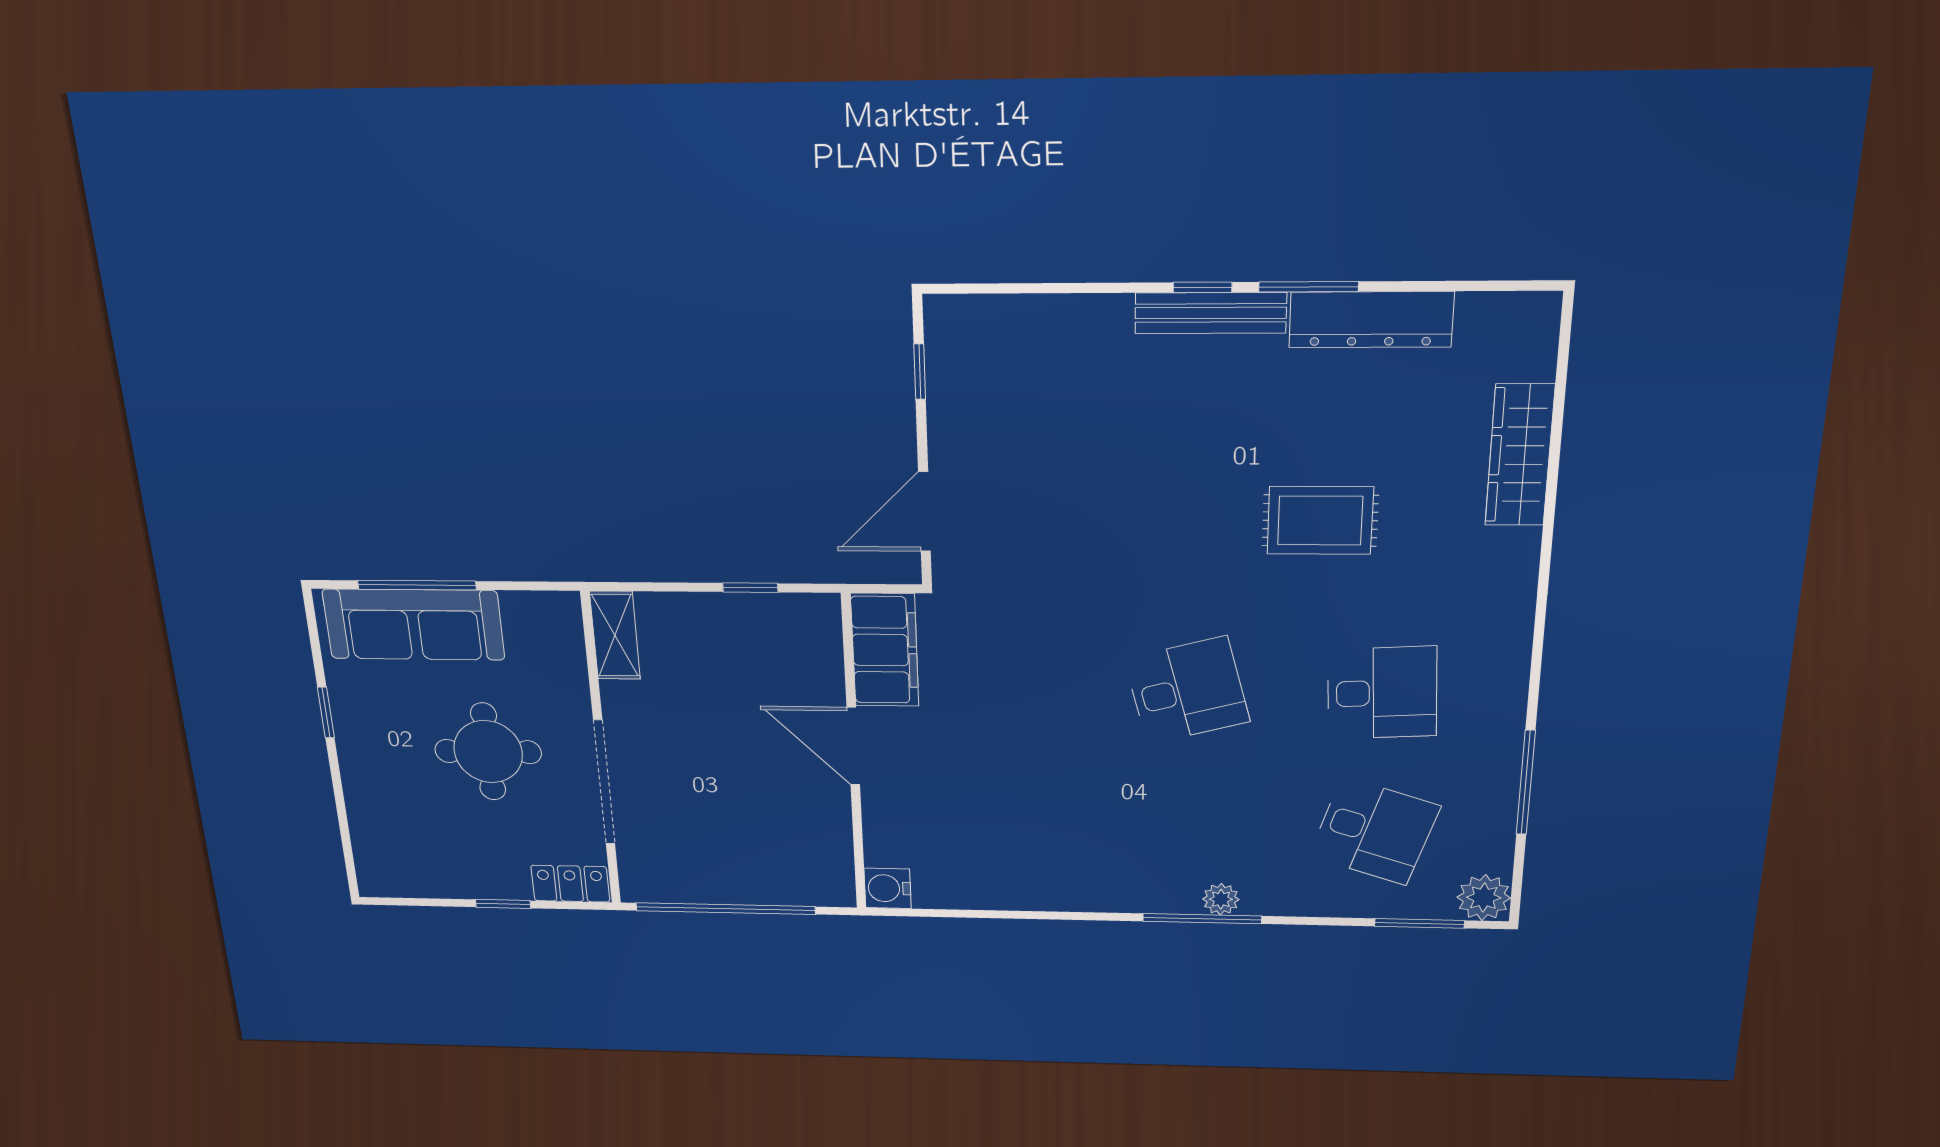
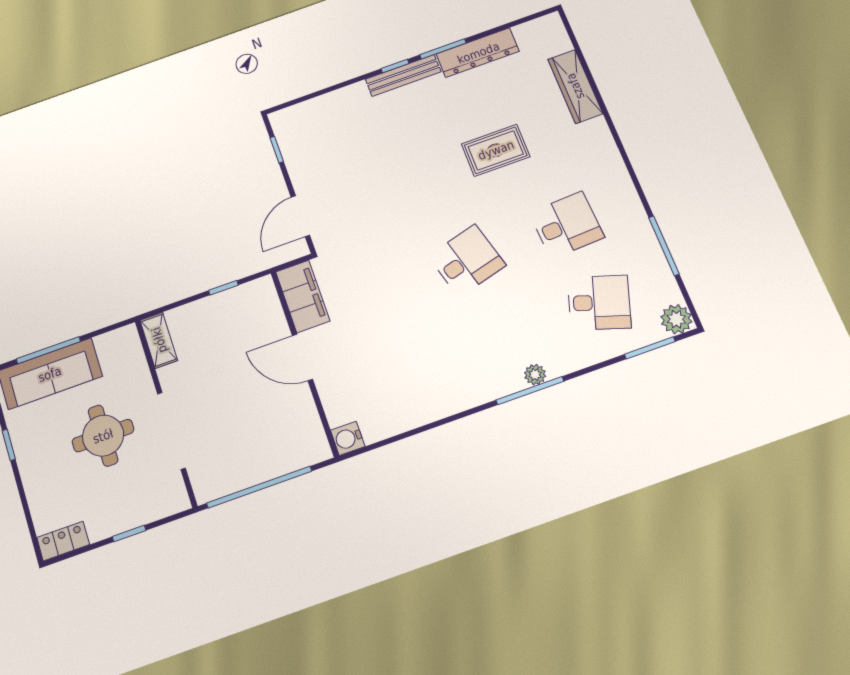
locker: (570, 884) -> (63, 541), moved

